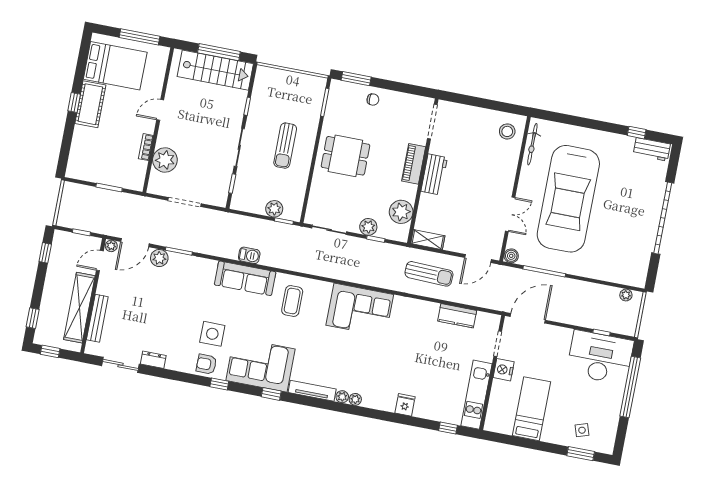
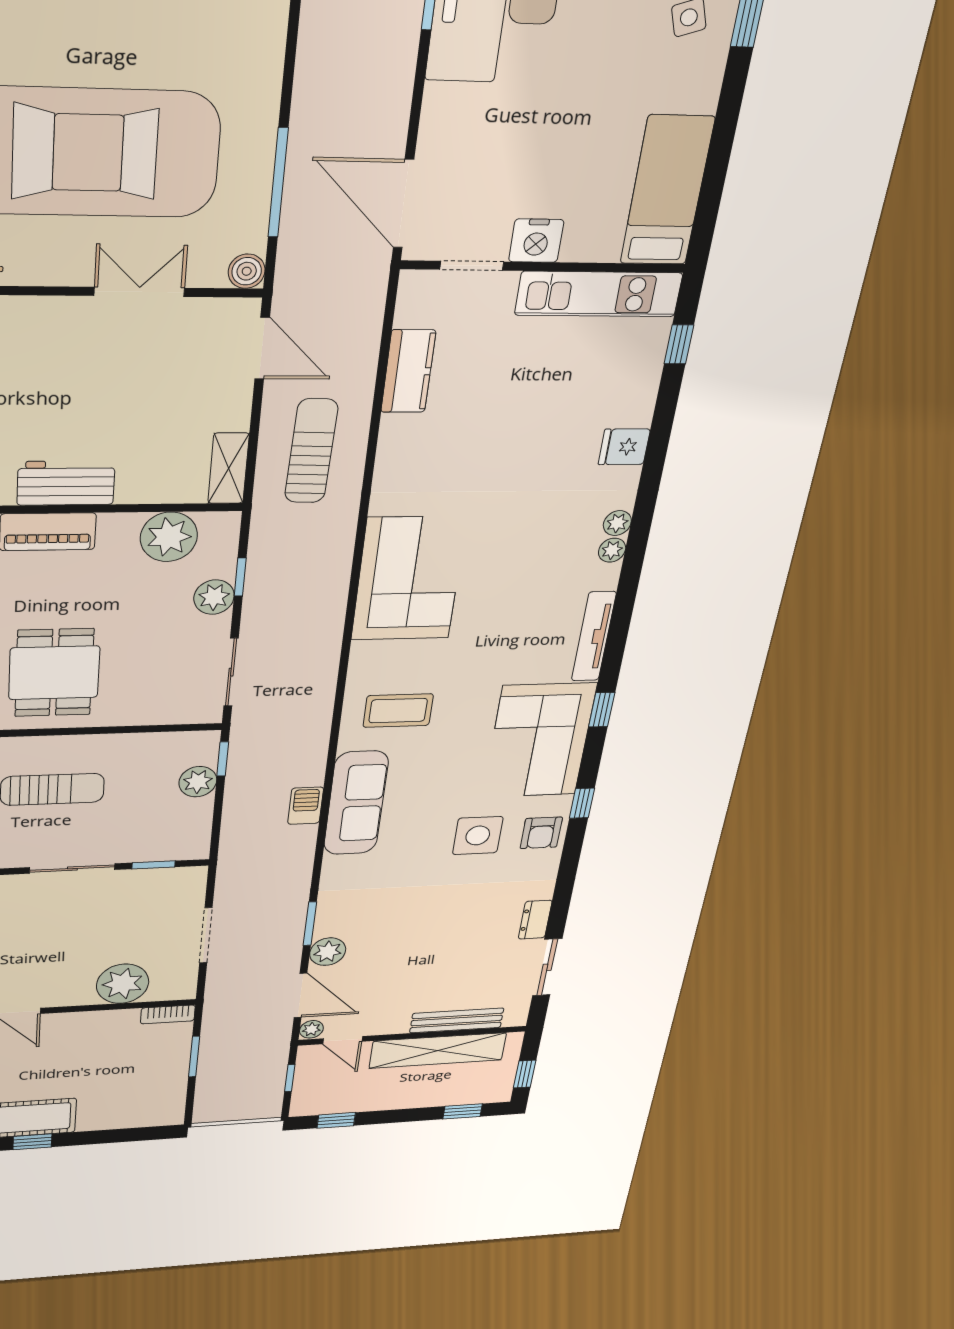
bookcase: (146, 147) -> (168, 1014), moved
plant: (342, 397) -> (617, 523), moved
bed: (531, 409) -> (667, 191), moved, turned 90

